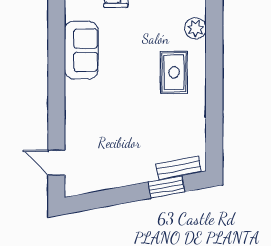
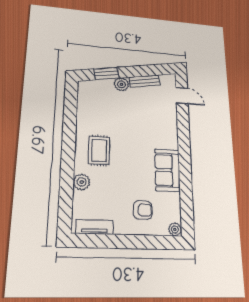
bench: (178, 168) -> (144, 81), moved
plant: (145, 172) -> (121, 84), added

